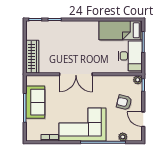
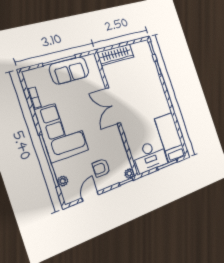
armchair: (124, 102) -> (101, 168), turned -104

